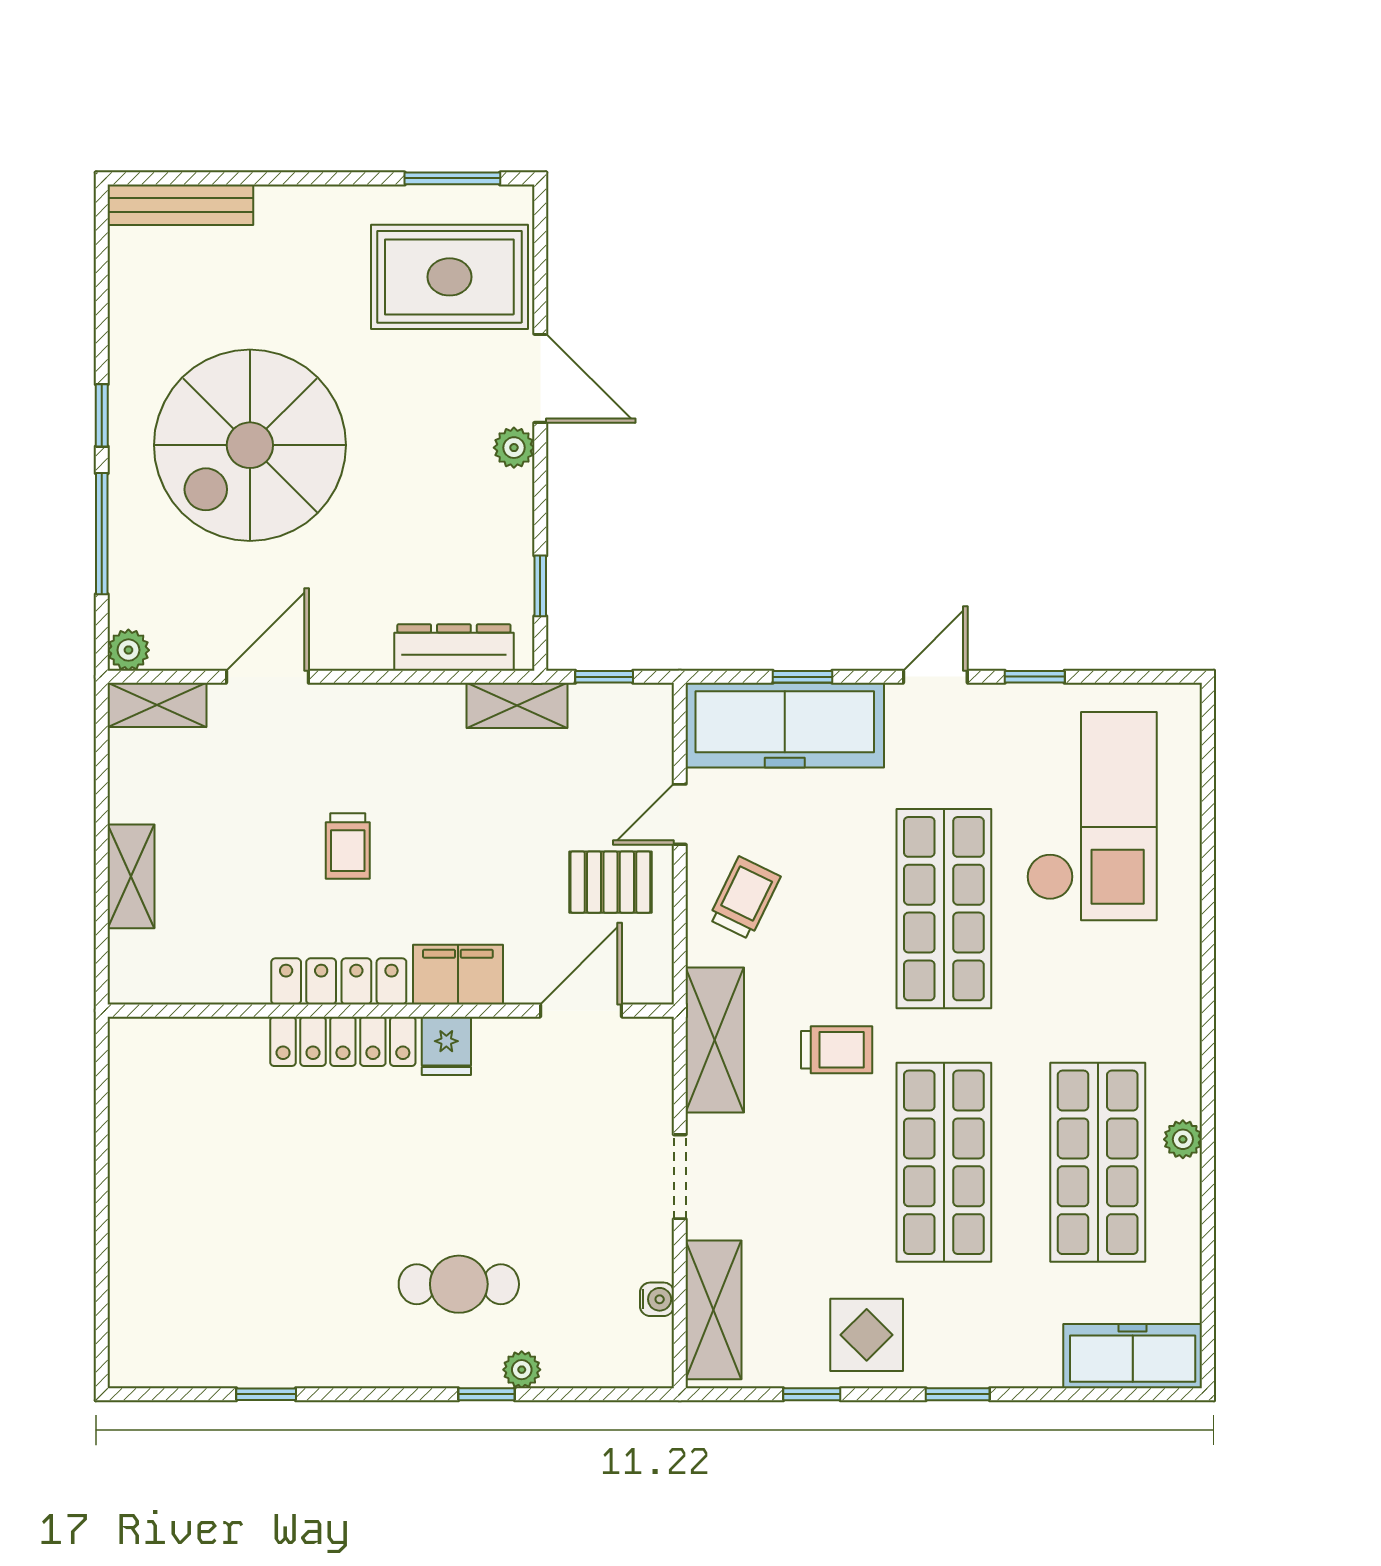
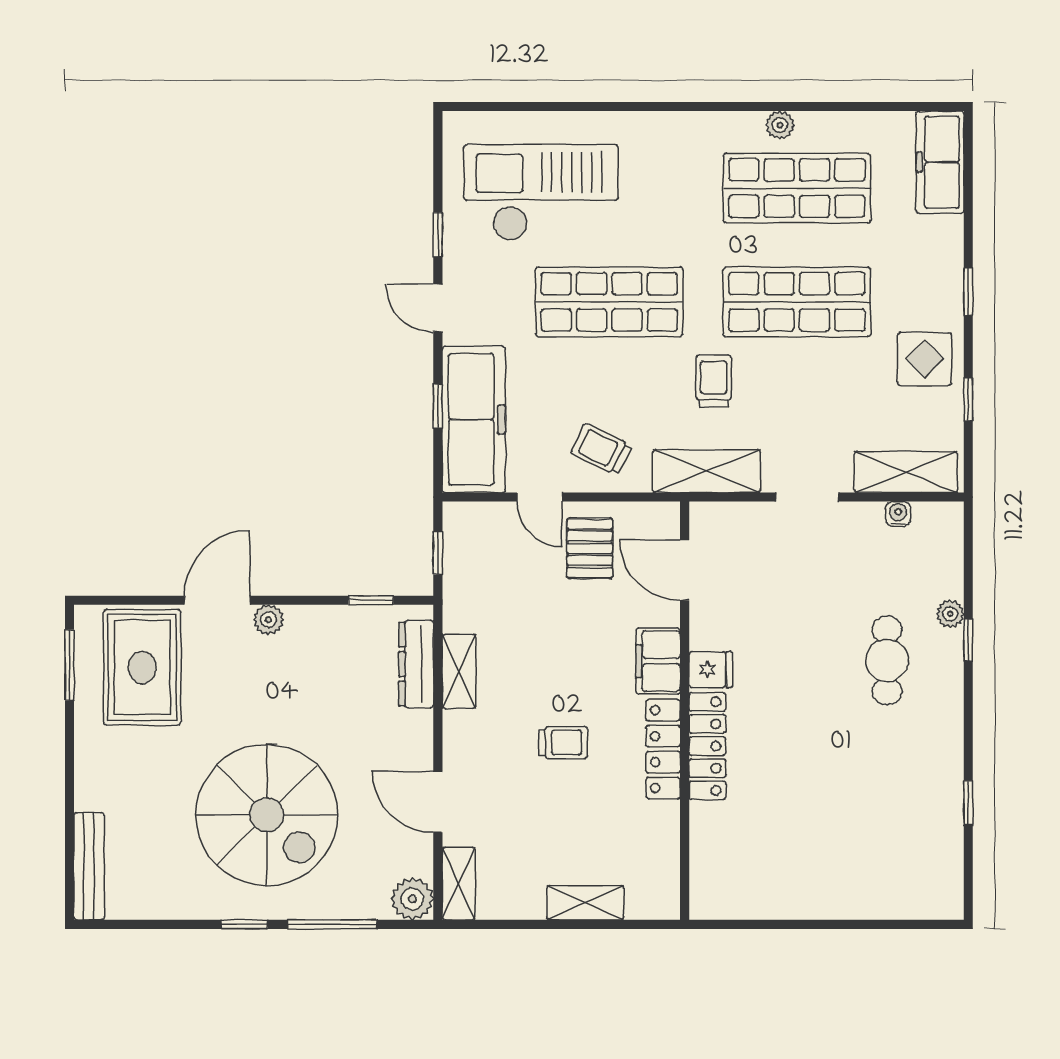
plant: (128, 650) -> (412, 899), width x1.38, depth x1.38
shelving: (517, 705) -> (459, 671), moved

